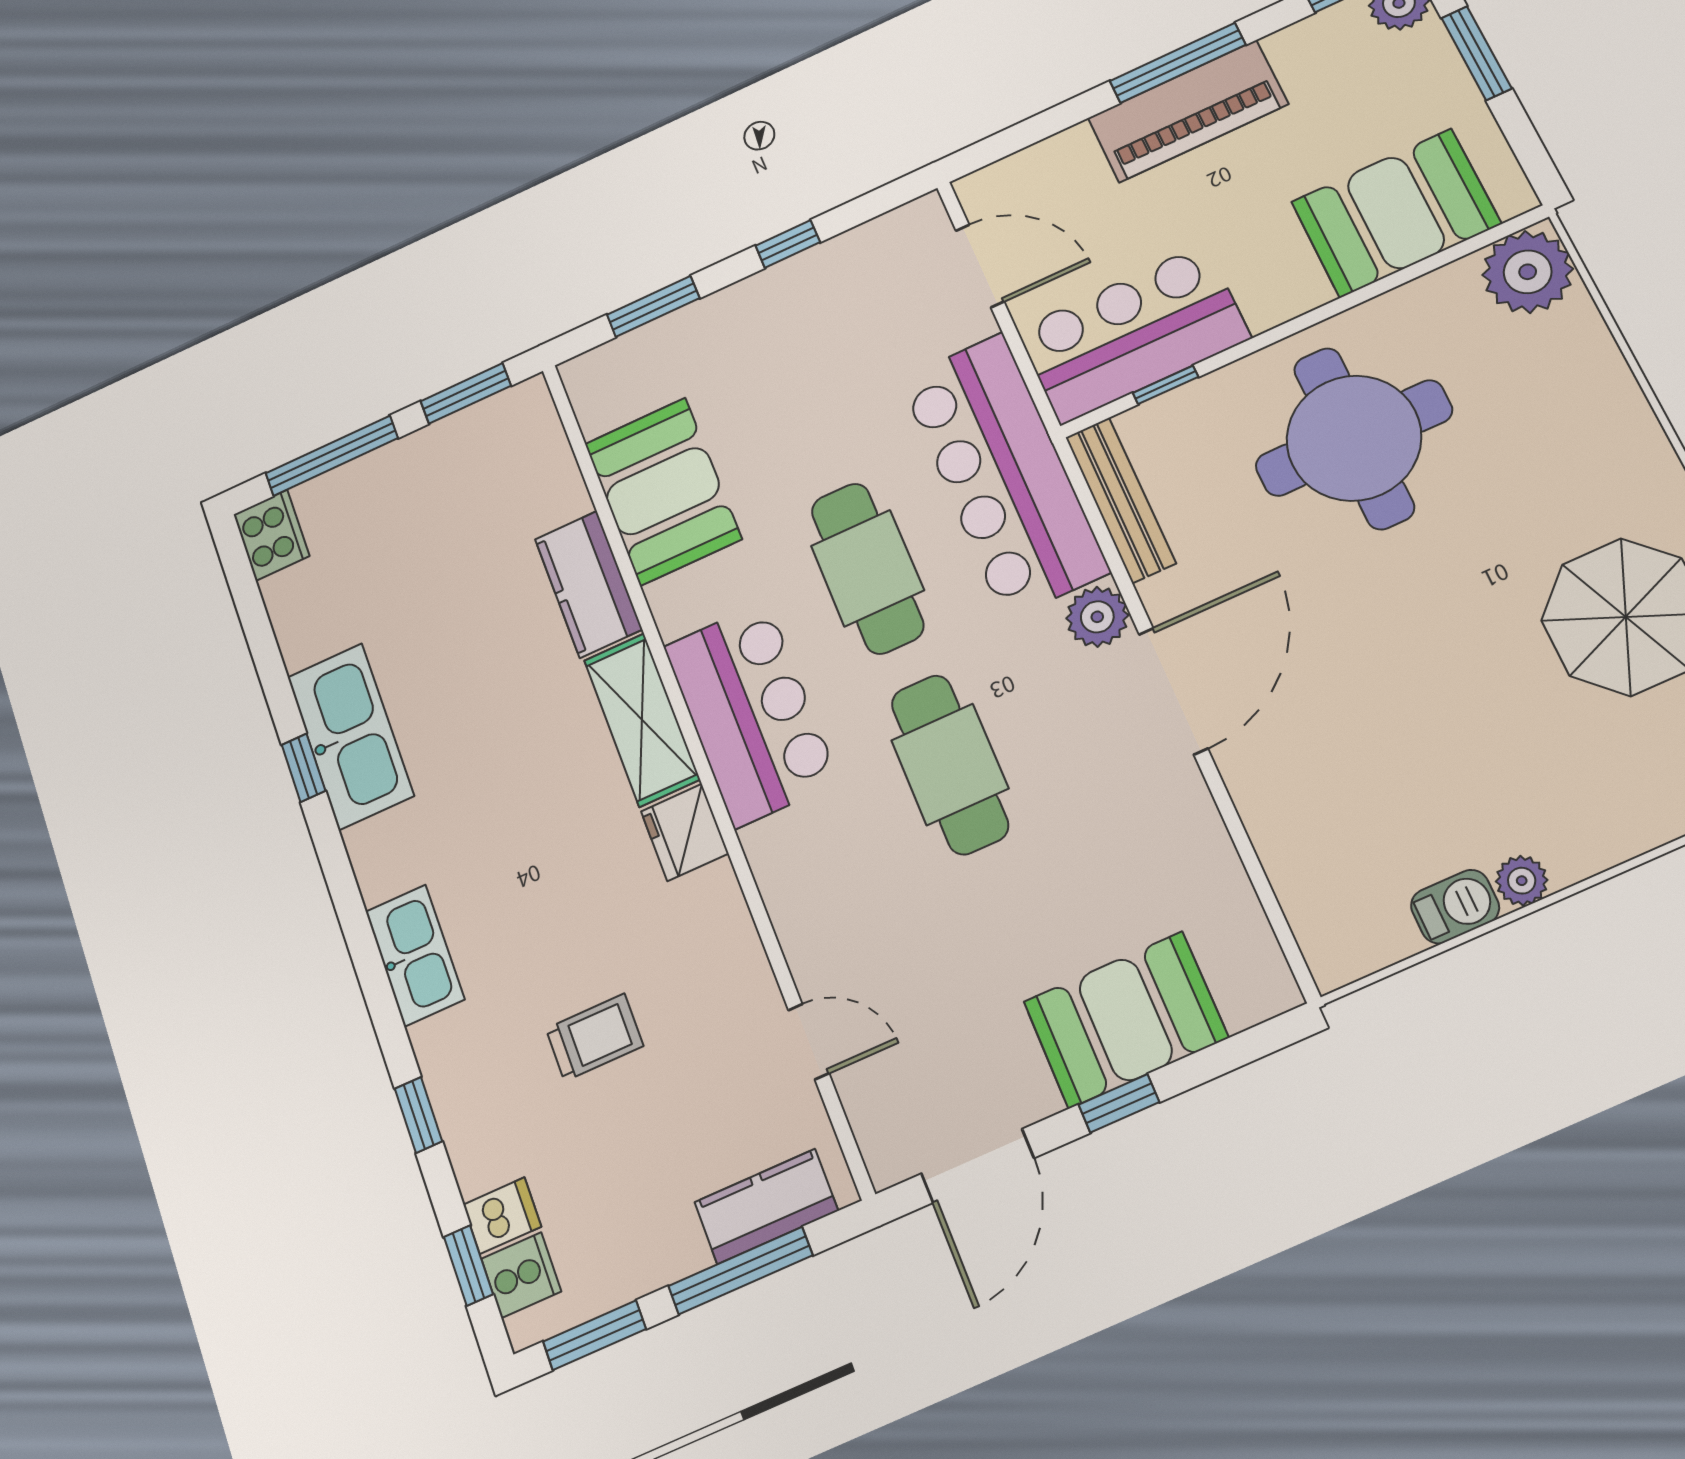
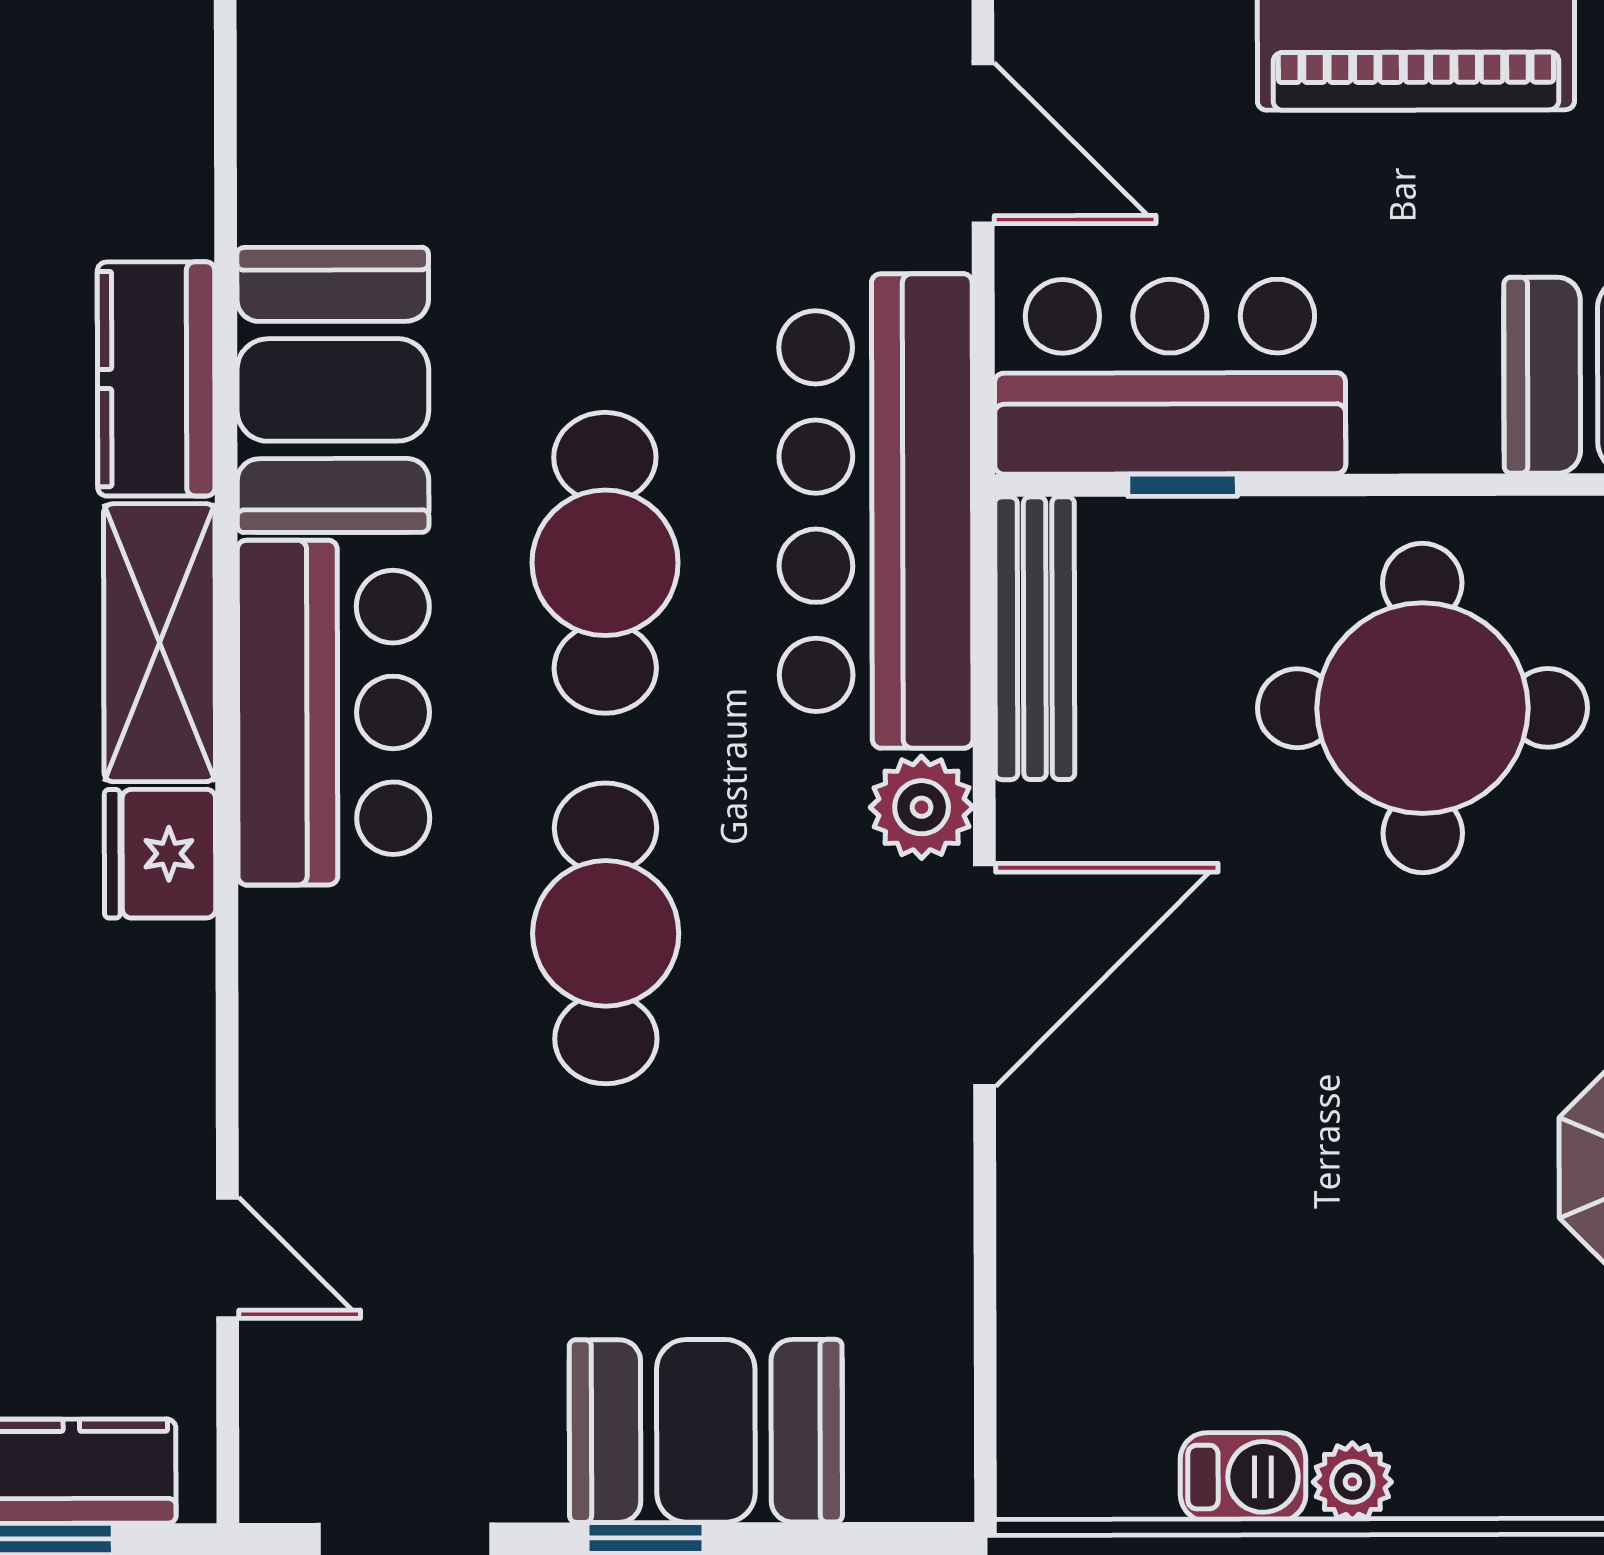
booth: (663, 491) -> (333, 390), moved

